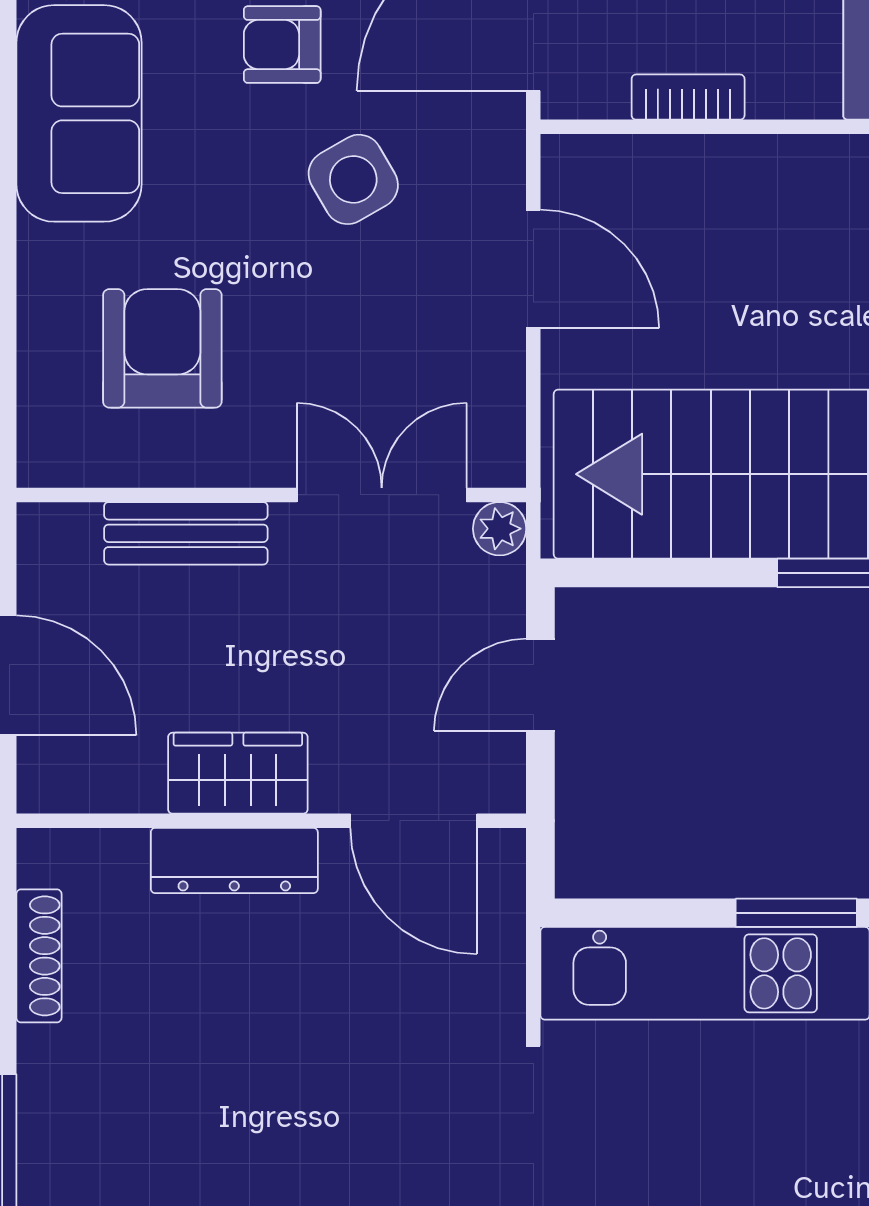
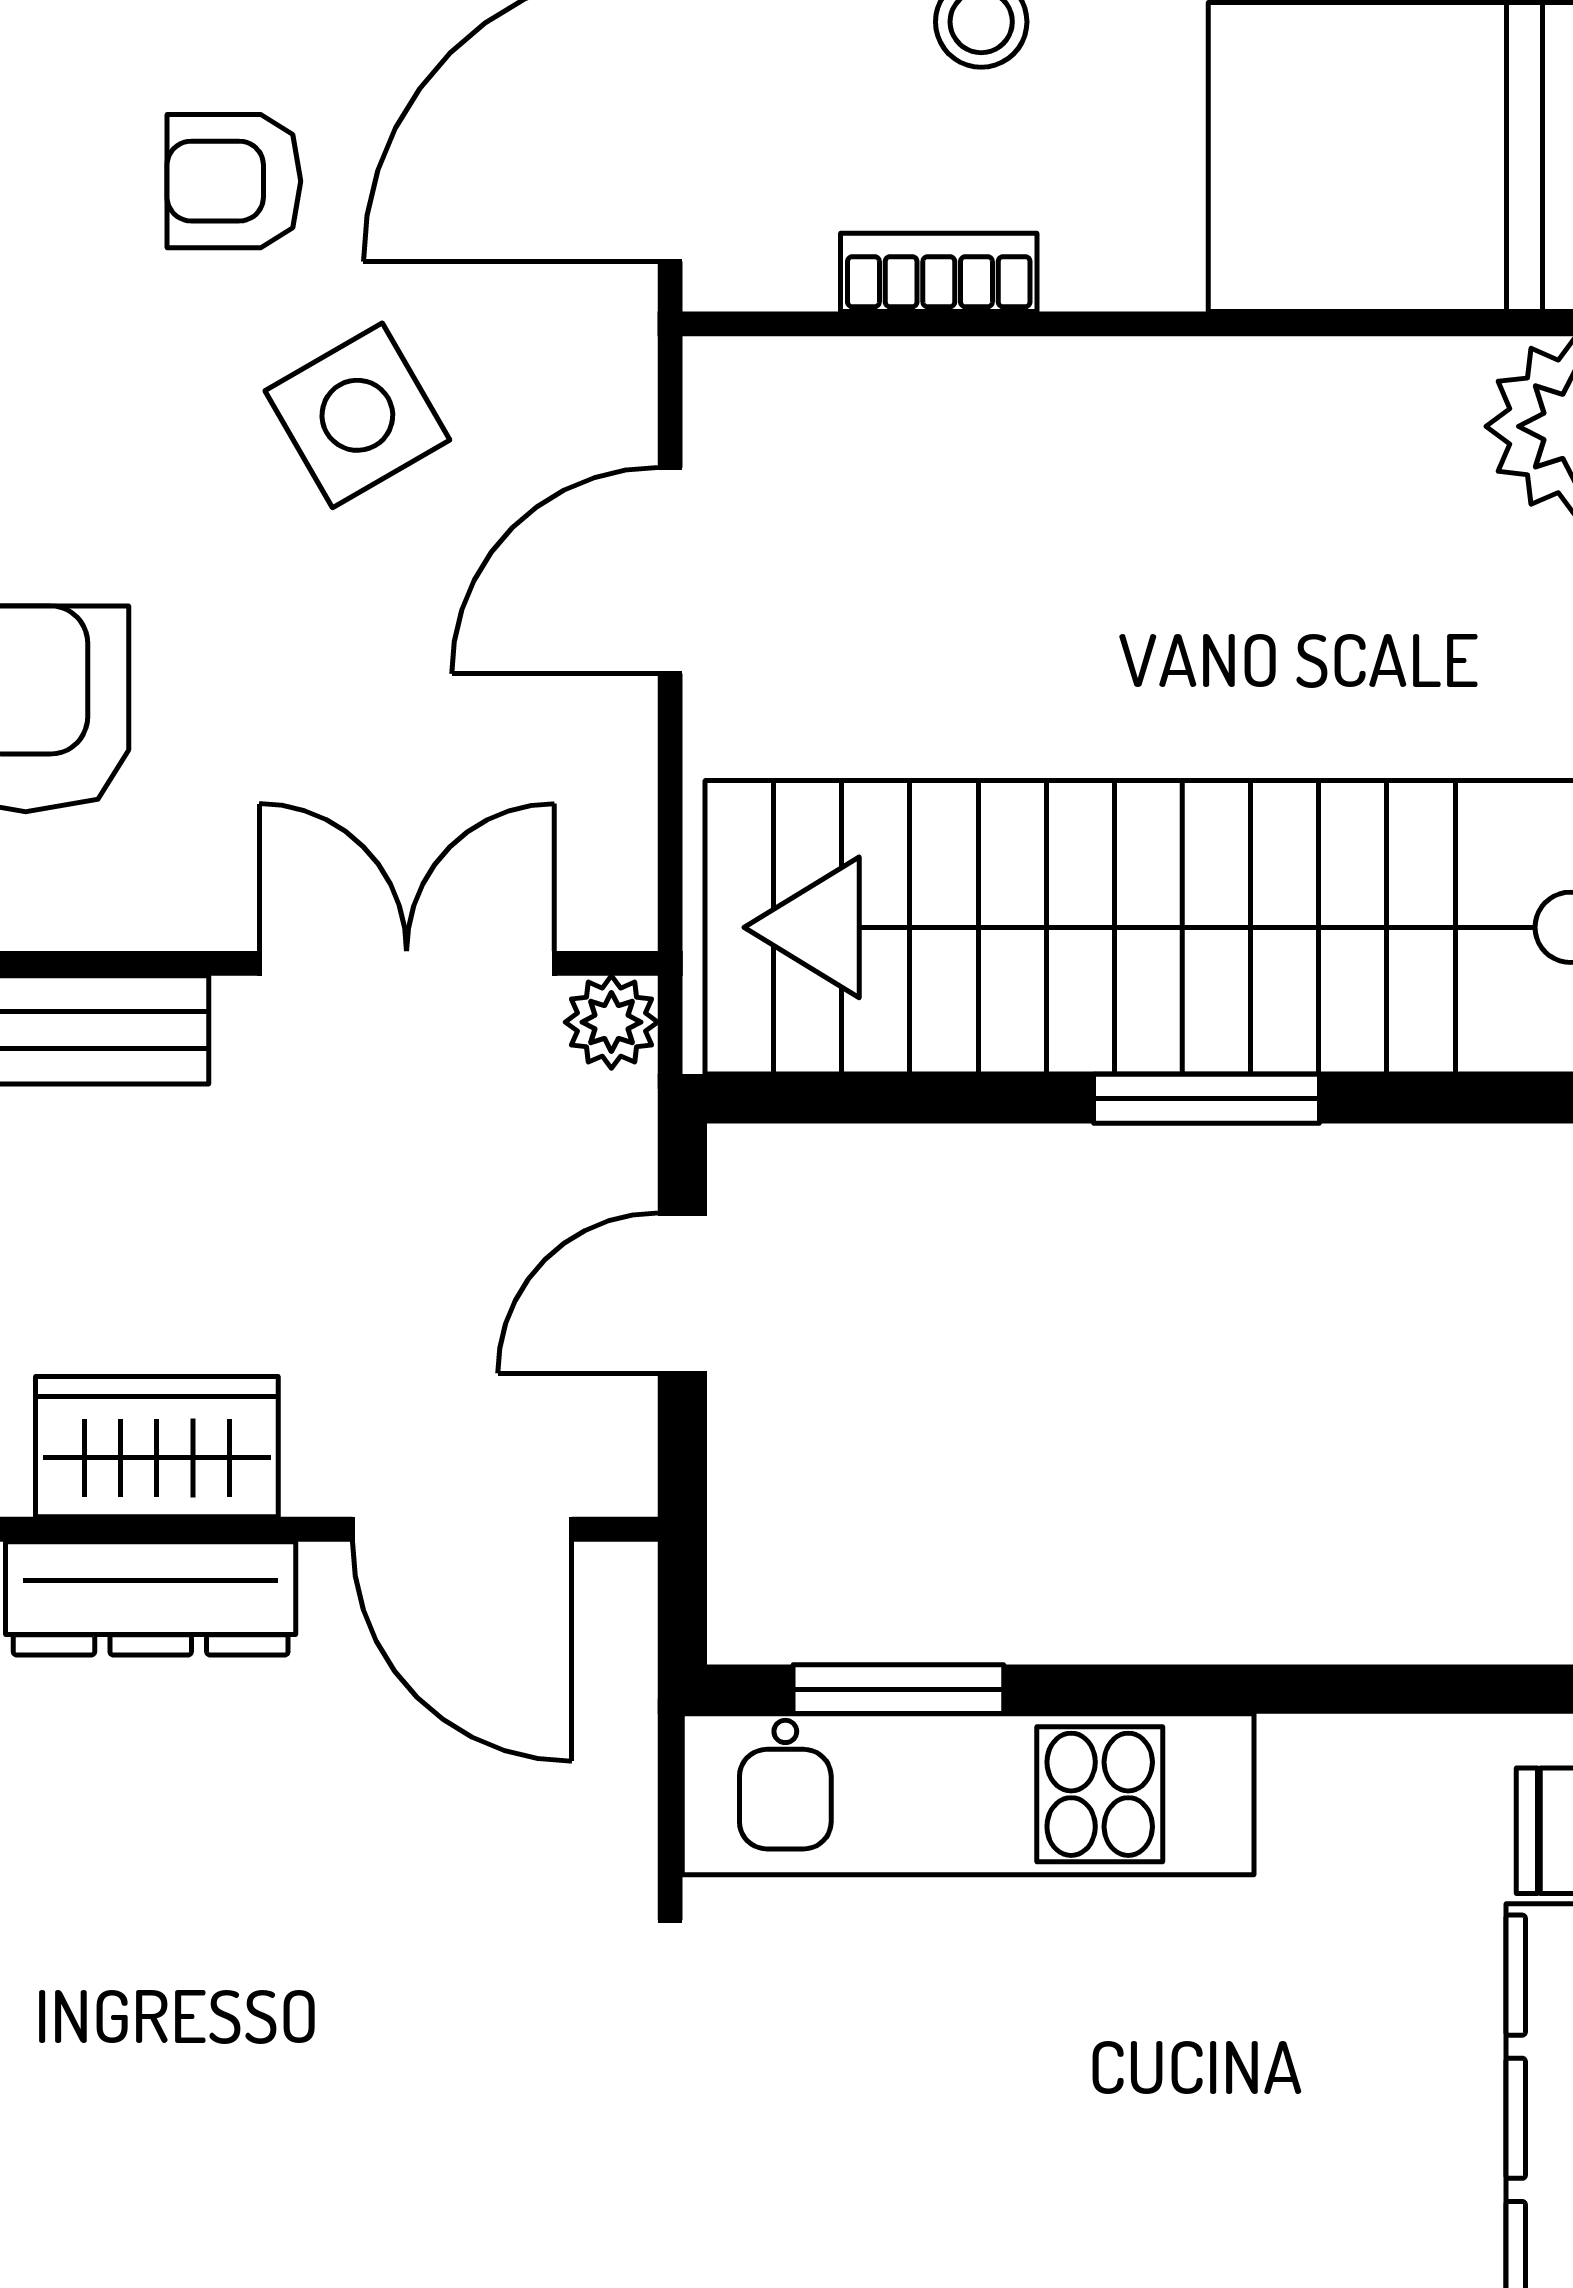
door: (533, 269) -> (670, 571), swing flipped
window: (796, 913) -> (898, 1689), moved

